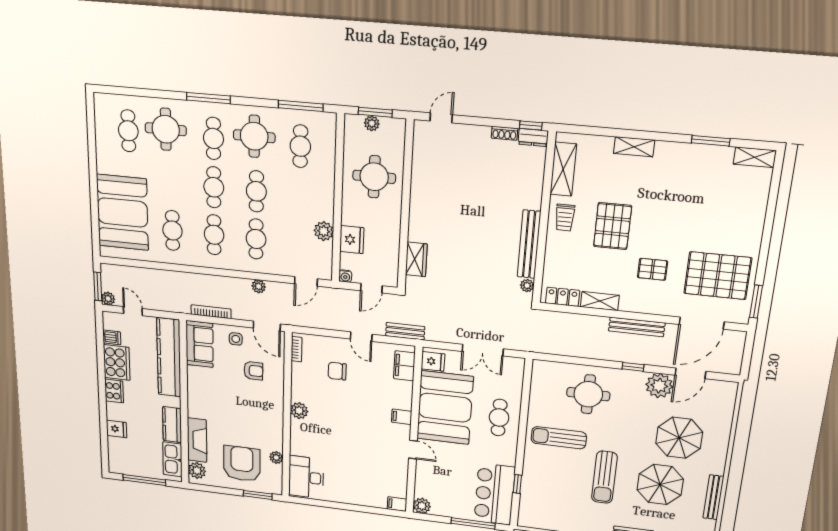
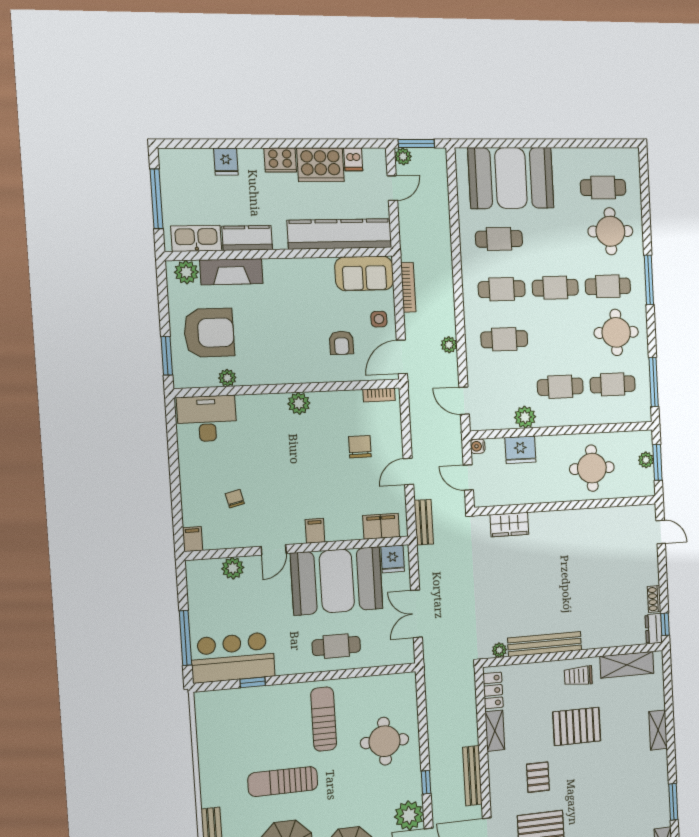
cafe table: (256, 191) -> (560, 387), moved
chair: (369, 470) -> (235, 499), added
plant: (422, 506) -> (233, 568), moved

